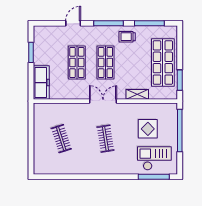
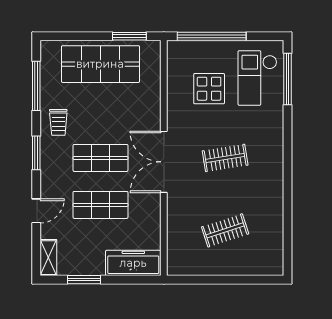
door: (73, 23) -> (36, 211), swing flipped
window: (109, 23) -> (36, 153), width x0.69
shelving: (137, 94) -> (48, 258), moved
double door: (103, 101) -> (164, 162), width x1.37

